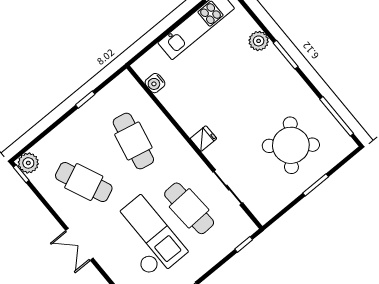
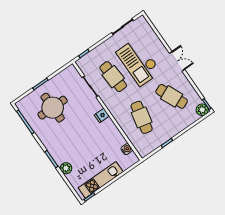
round table: (291, 145) -> (53, 108), turned -38

